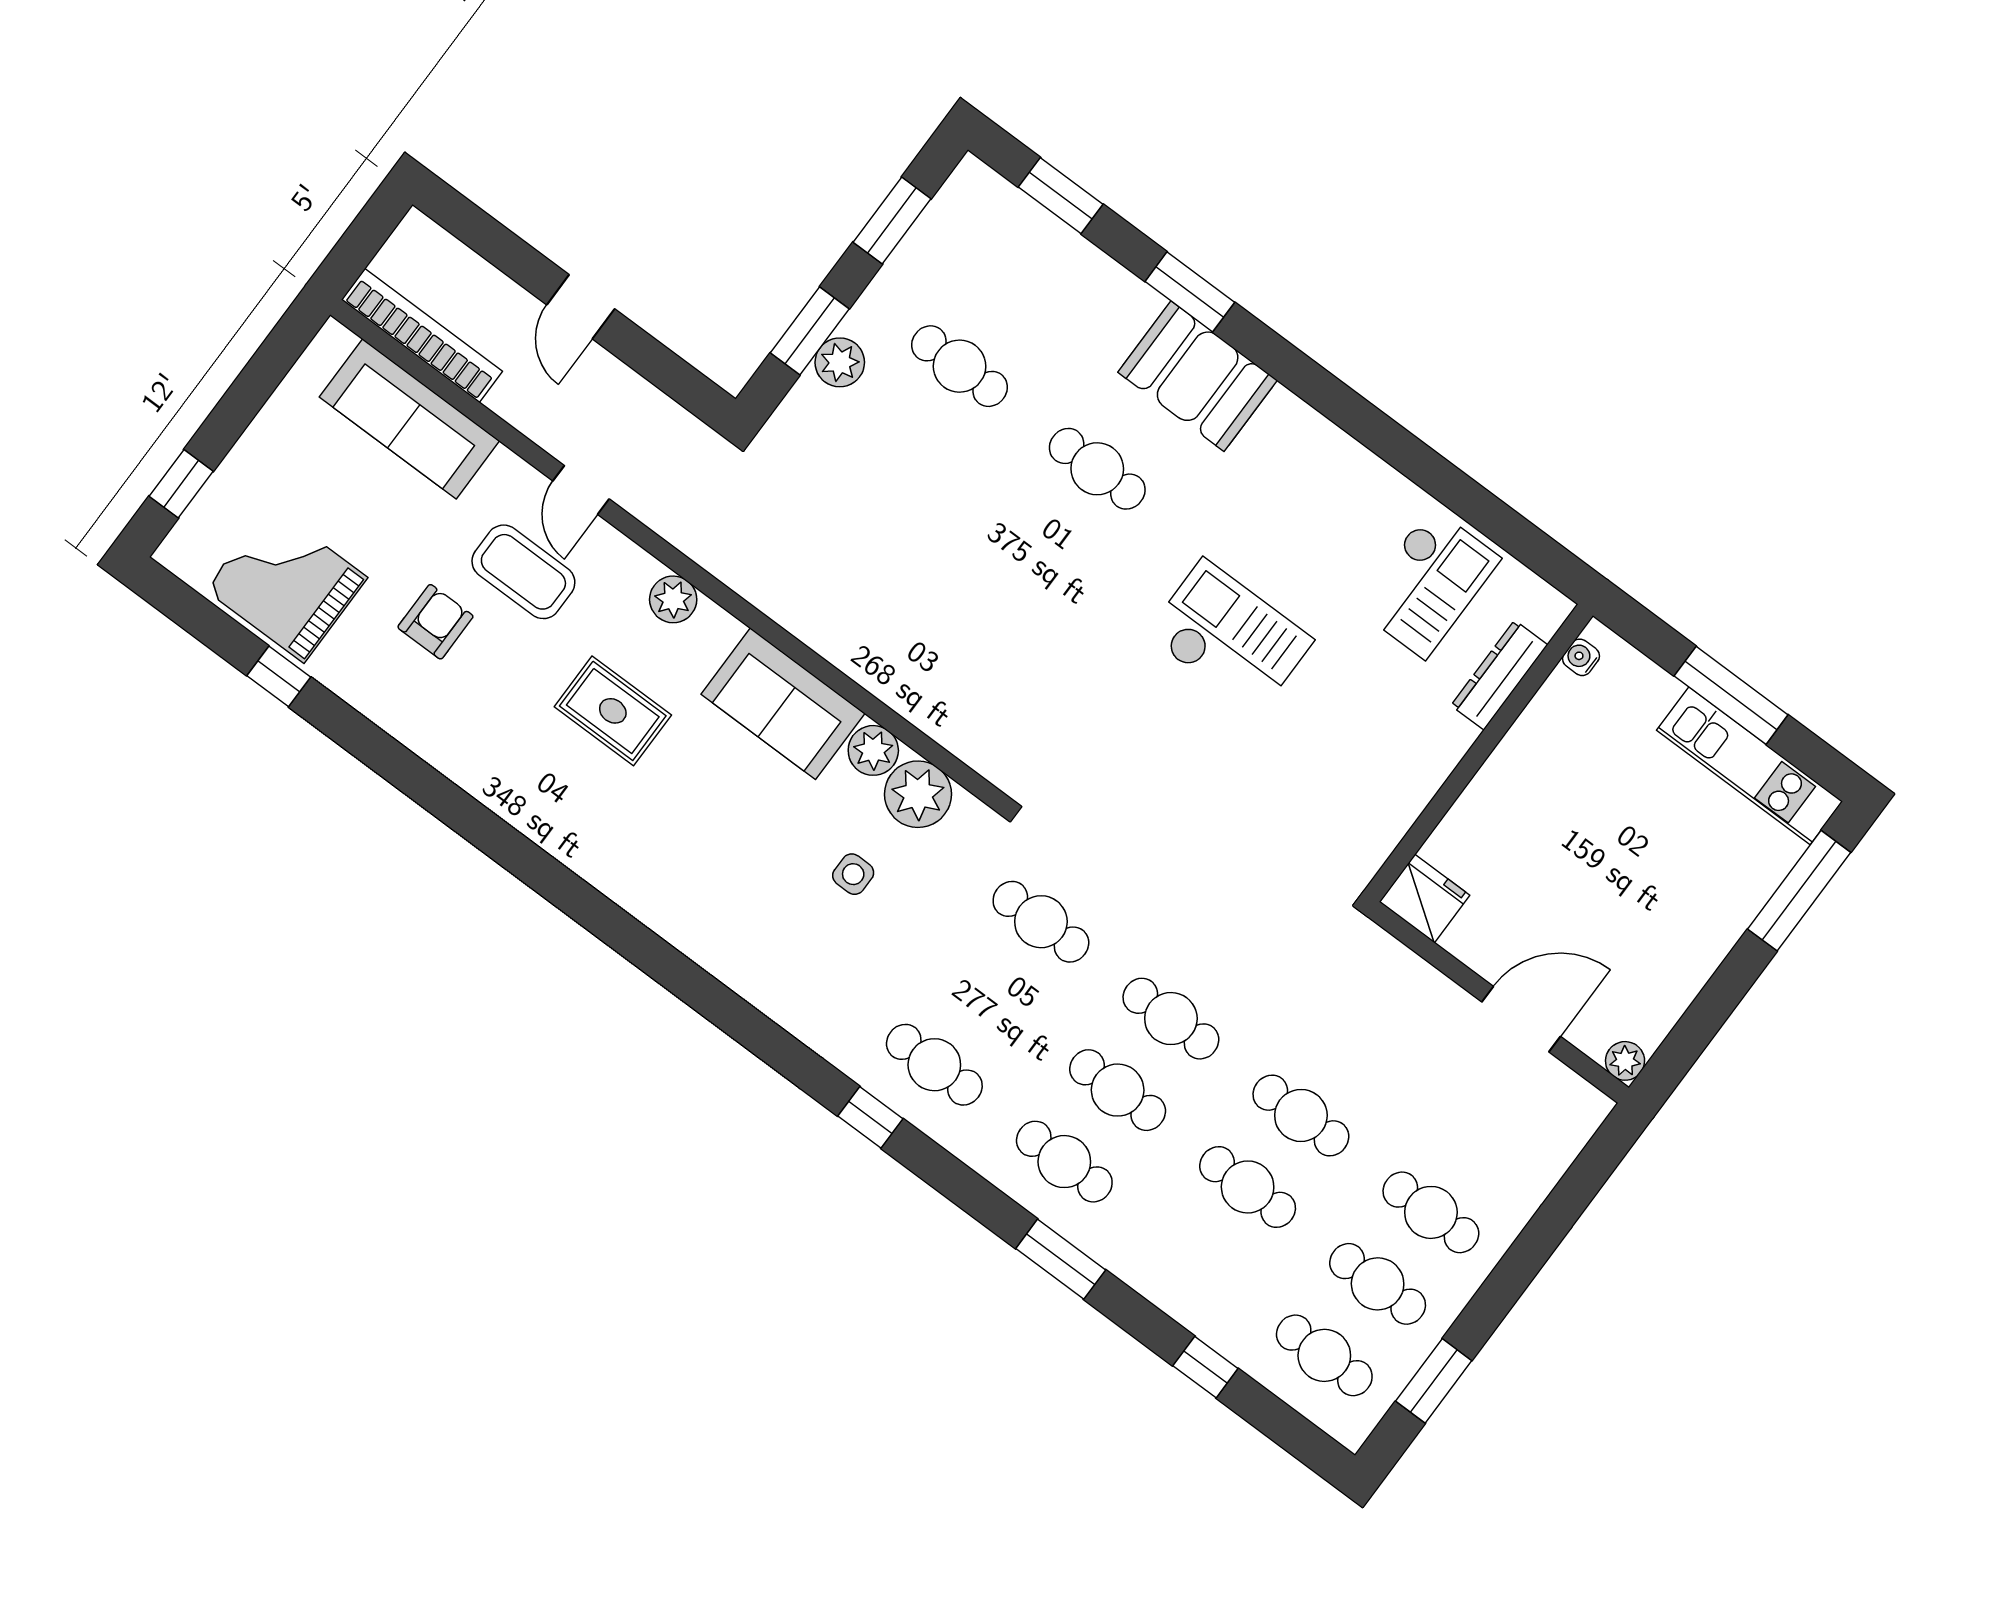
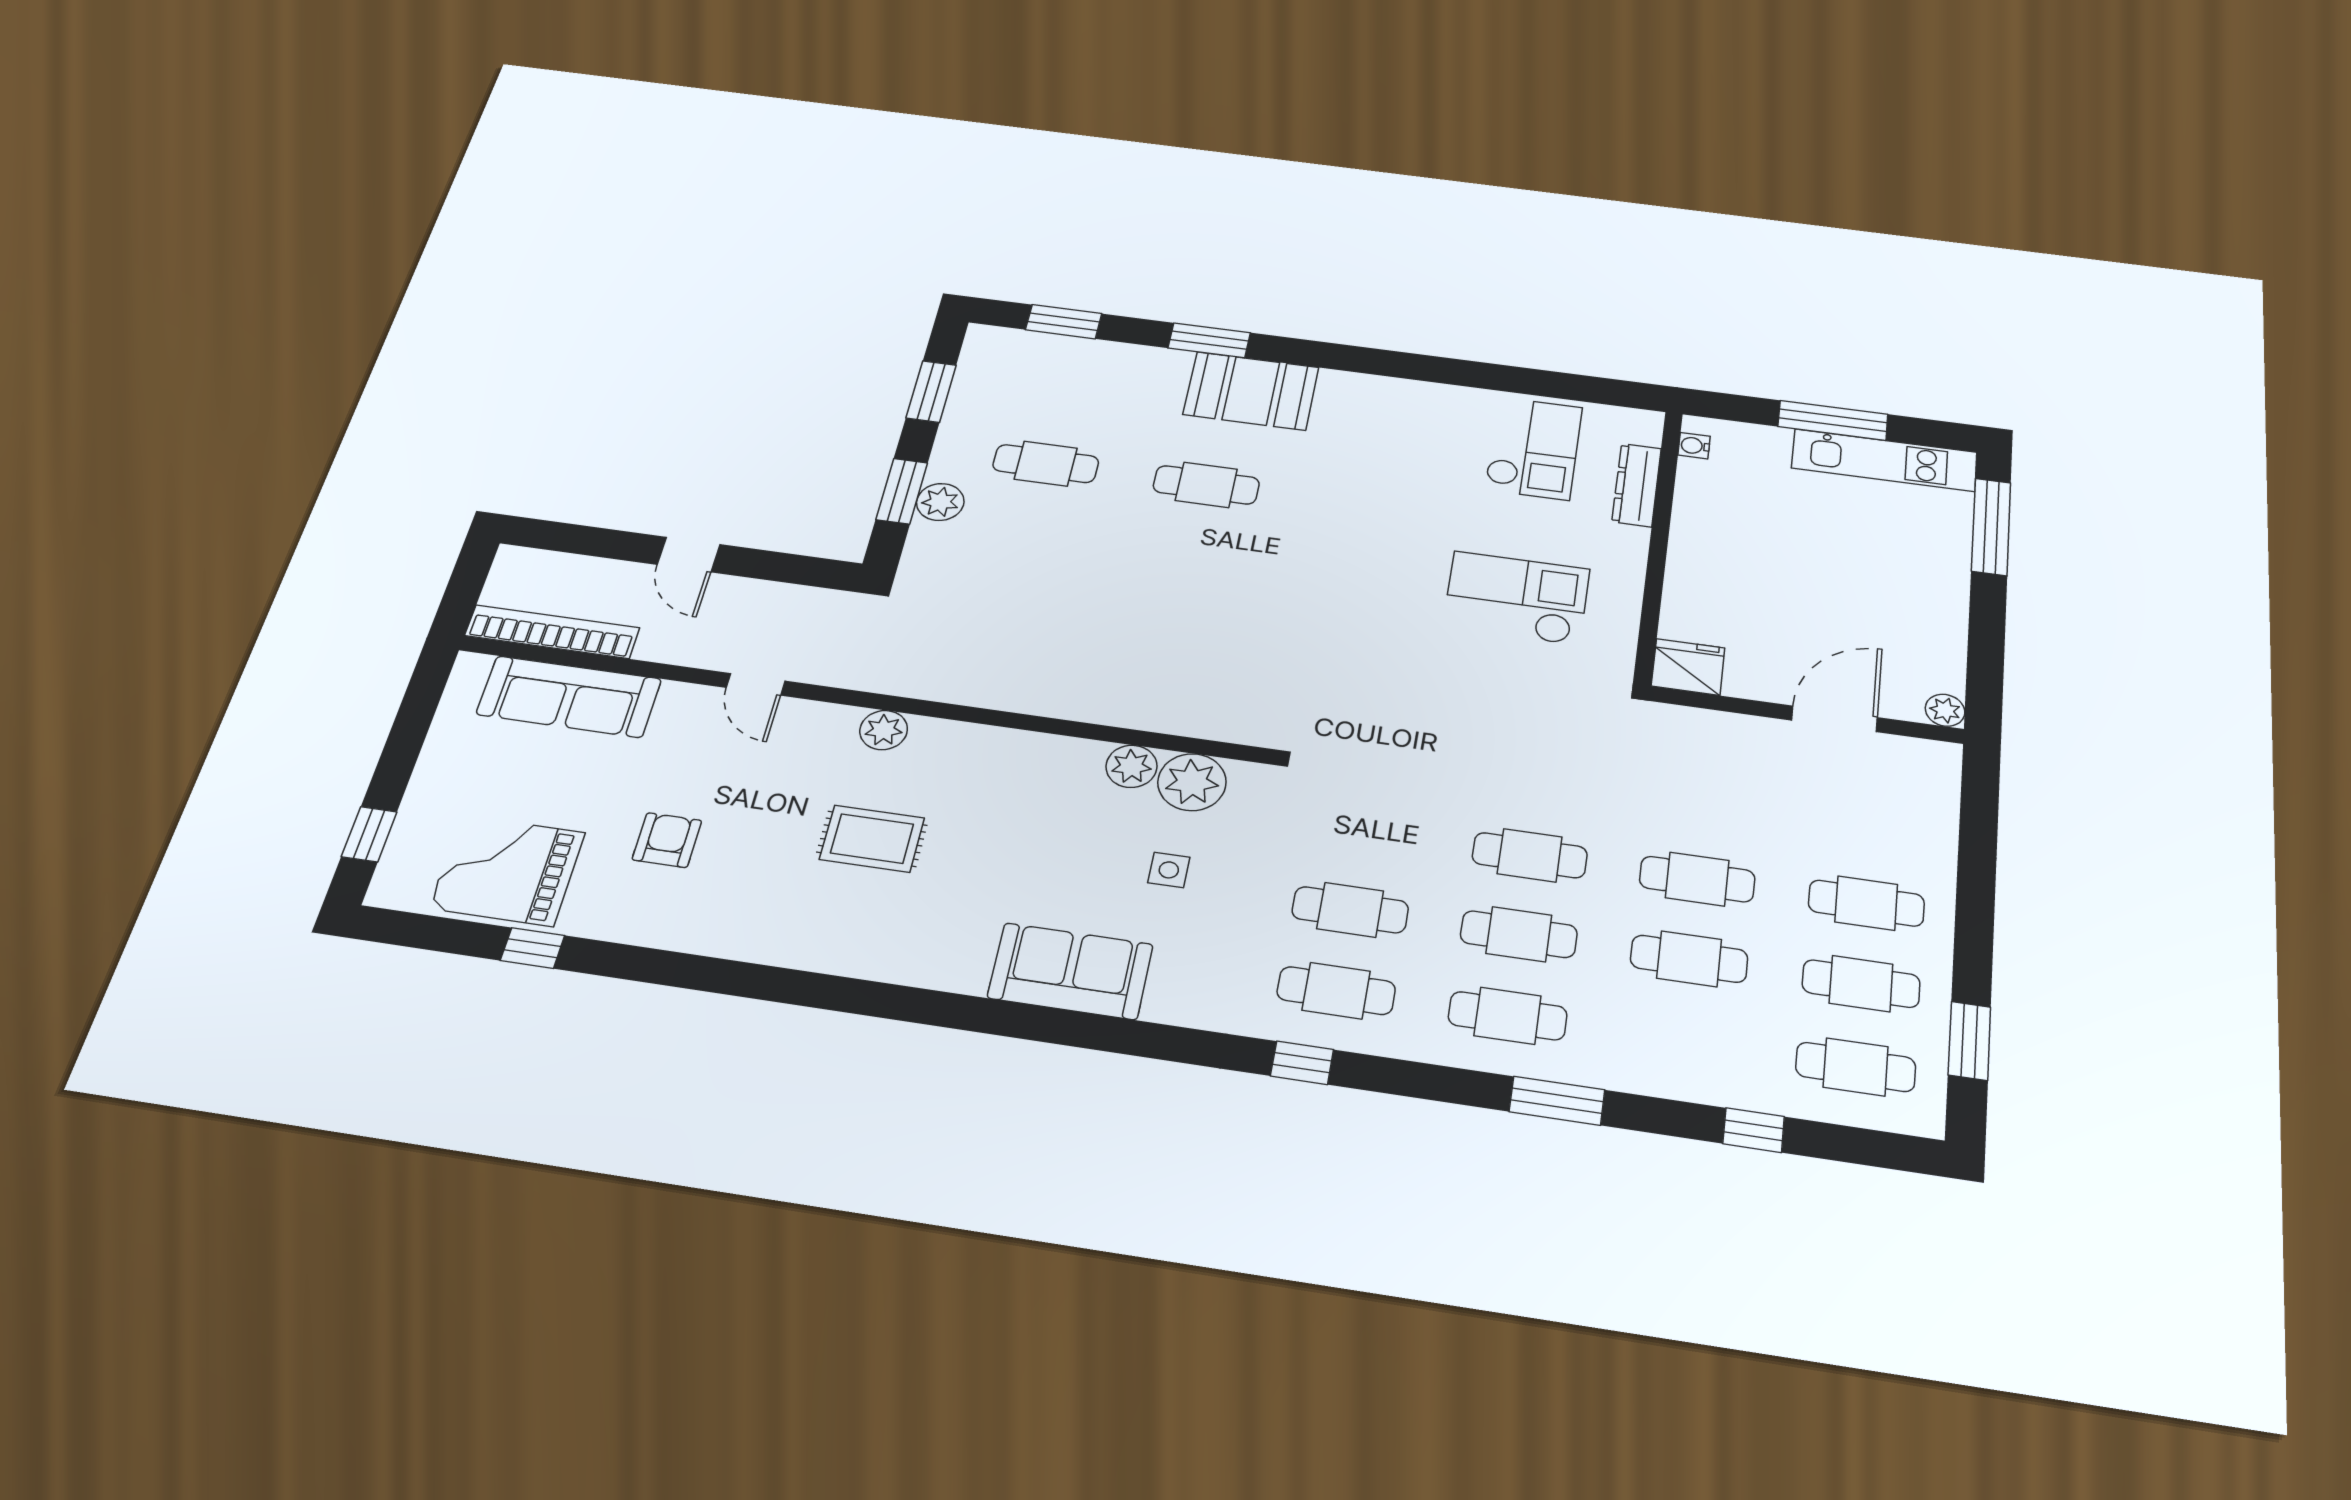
coffee table: (523, 572) -> (732, 767), removed
checkout: (1230, 638) -> (1516, 598), moved
sofa: (783, 704) -> (1070, 971), moved, turned 180
cafe table: (1041, 922) -> (1350, 910), moved

